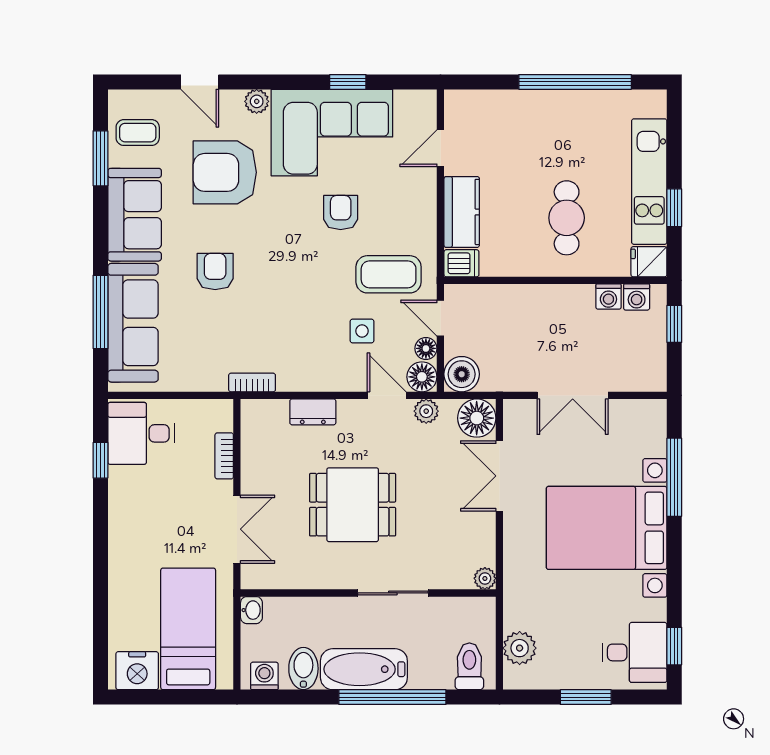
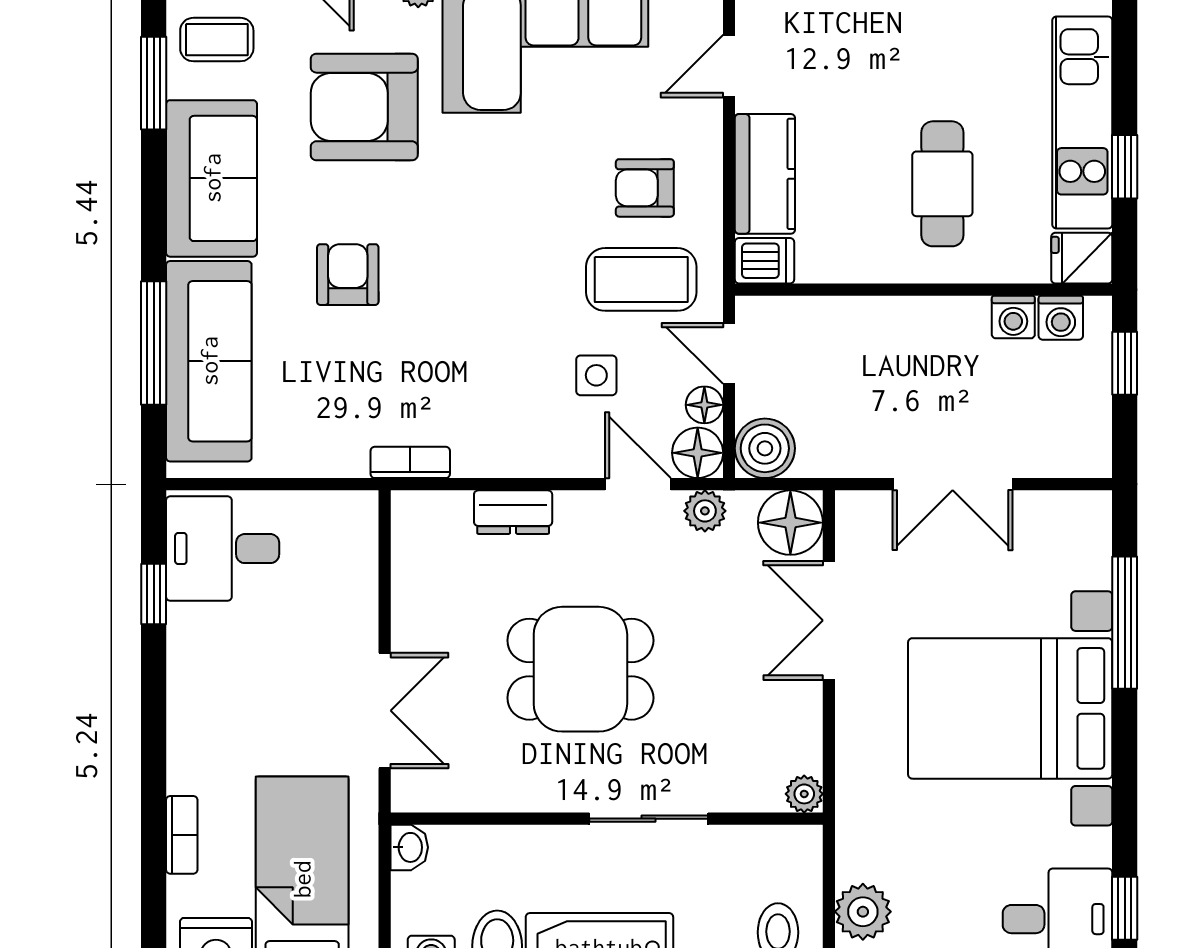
armchair: (341, 212) -> (645, 188), moved, turned -90
bookcase: (224, 456) -> (182, 835), moved, turned 180

